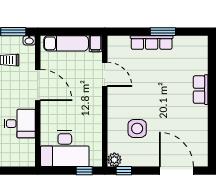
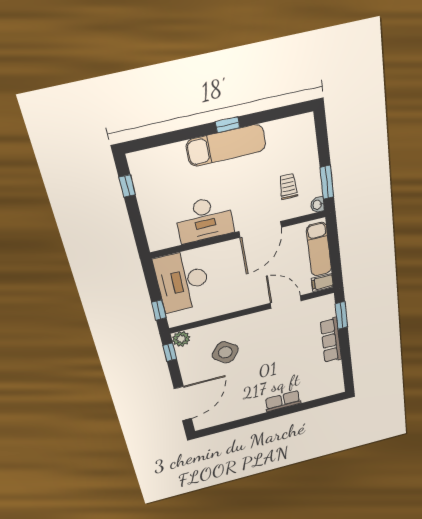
window: (163, 32) -> (341, 315), moved
door: (105, 74) -> (286, 302), swing flipped
desk: (20, 124) -> (204, 219), width x1.37
side table: (137, 128) -> (225, 352), turned 37

